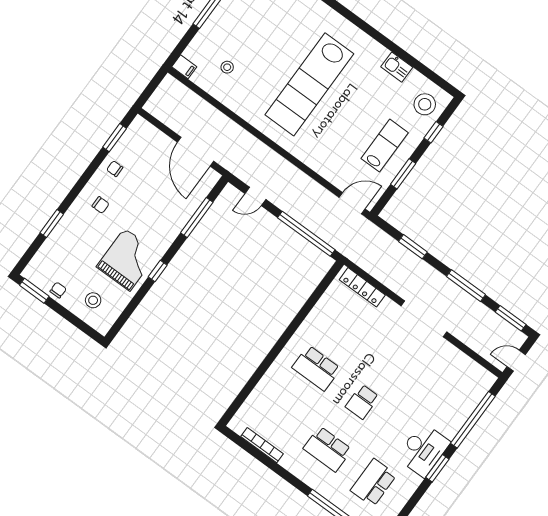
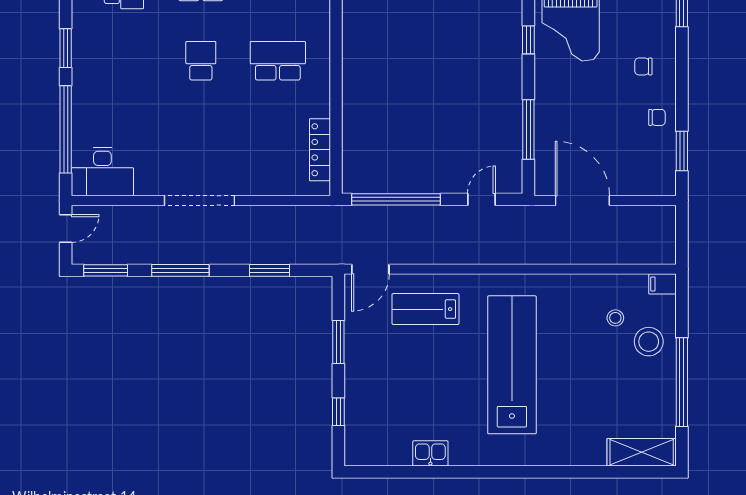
stool: (425, 104) -> (649, 342), moved
lab bench: (385, 146) -> (426, 309), moved, turned 90
locker: (362, 287) -> (320, 150), moved, turned -90
desk: (423, 450) -> (102, 172), moved, turned -90

